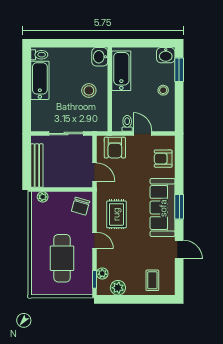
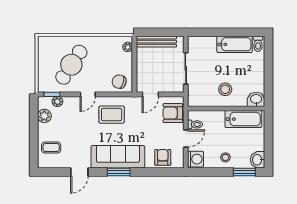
washing machine: (165, 123) -> (196, 159), added
cafe table: (62, 258) -> (71, 65), turned -57

